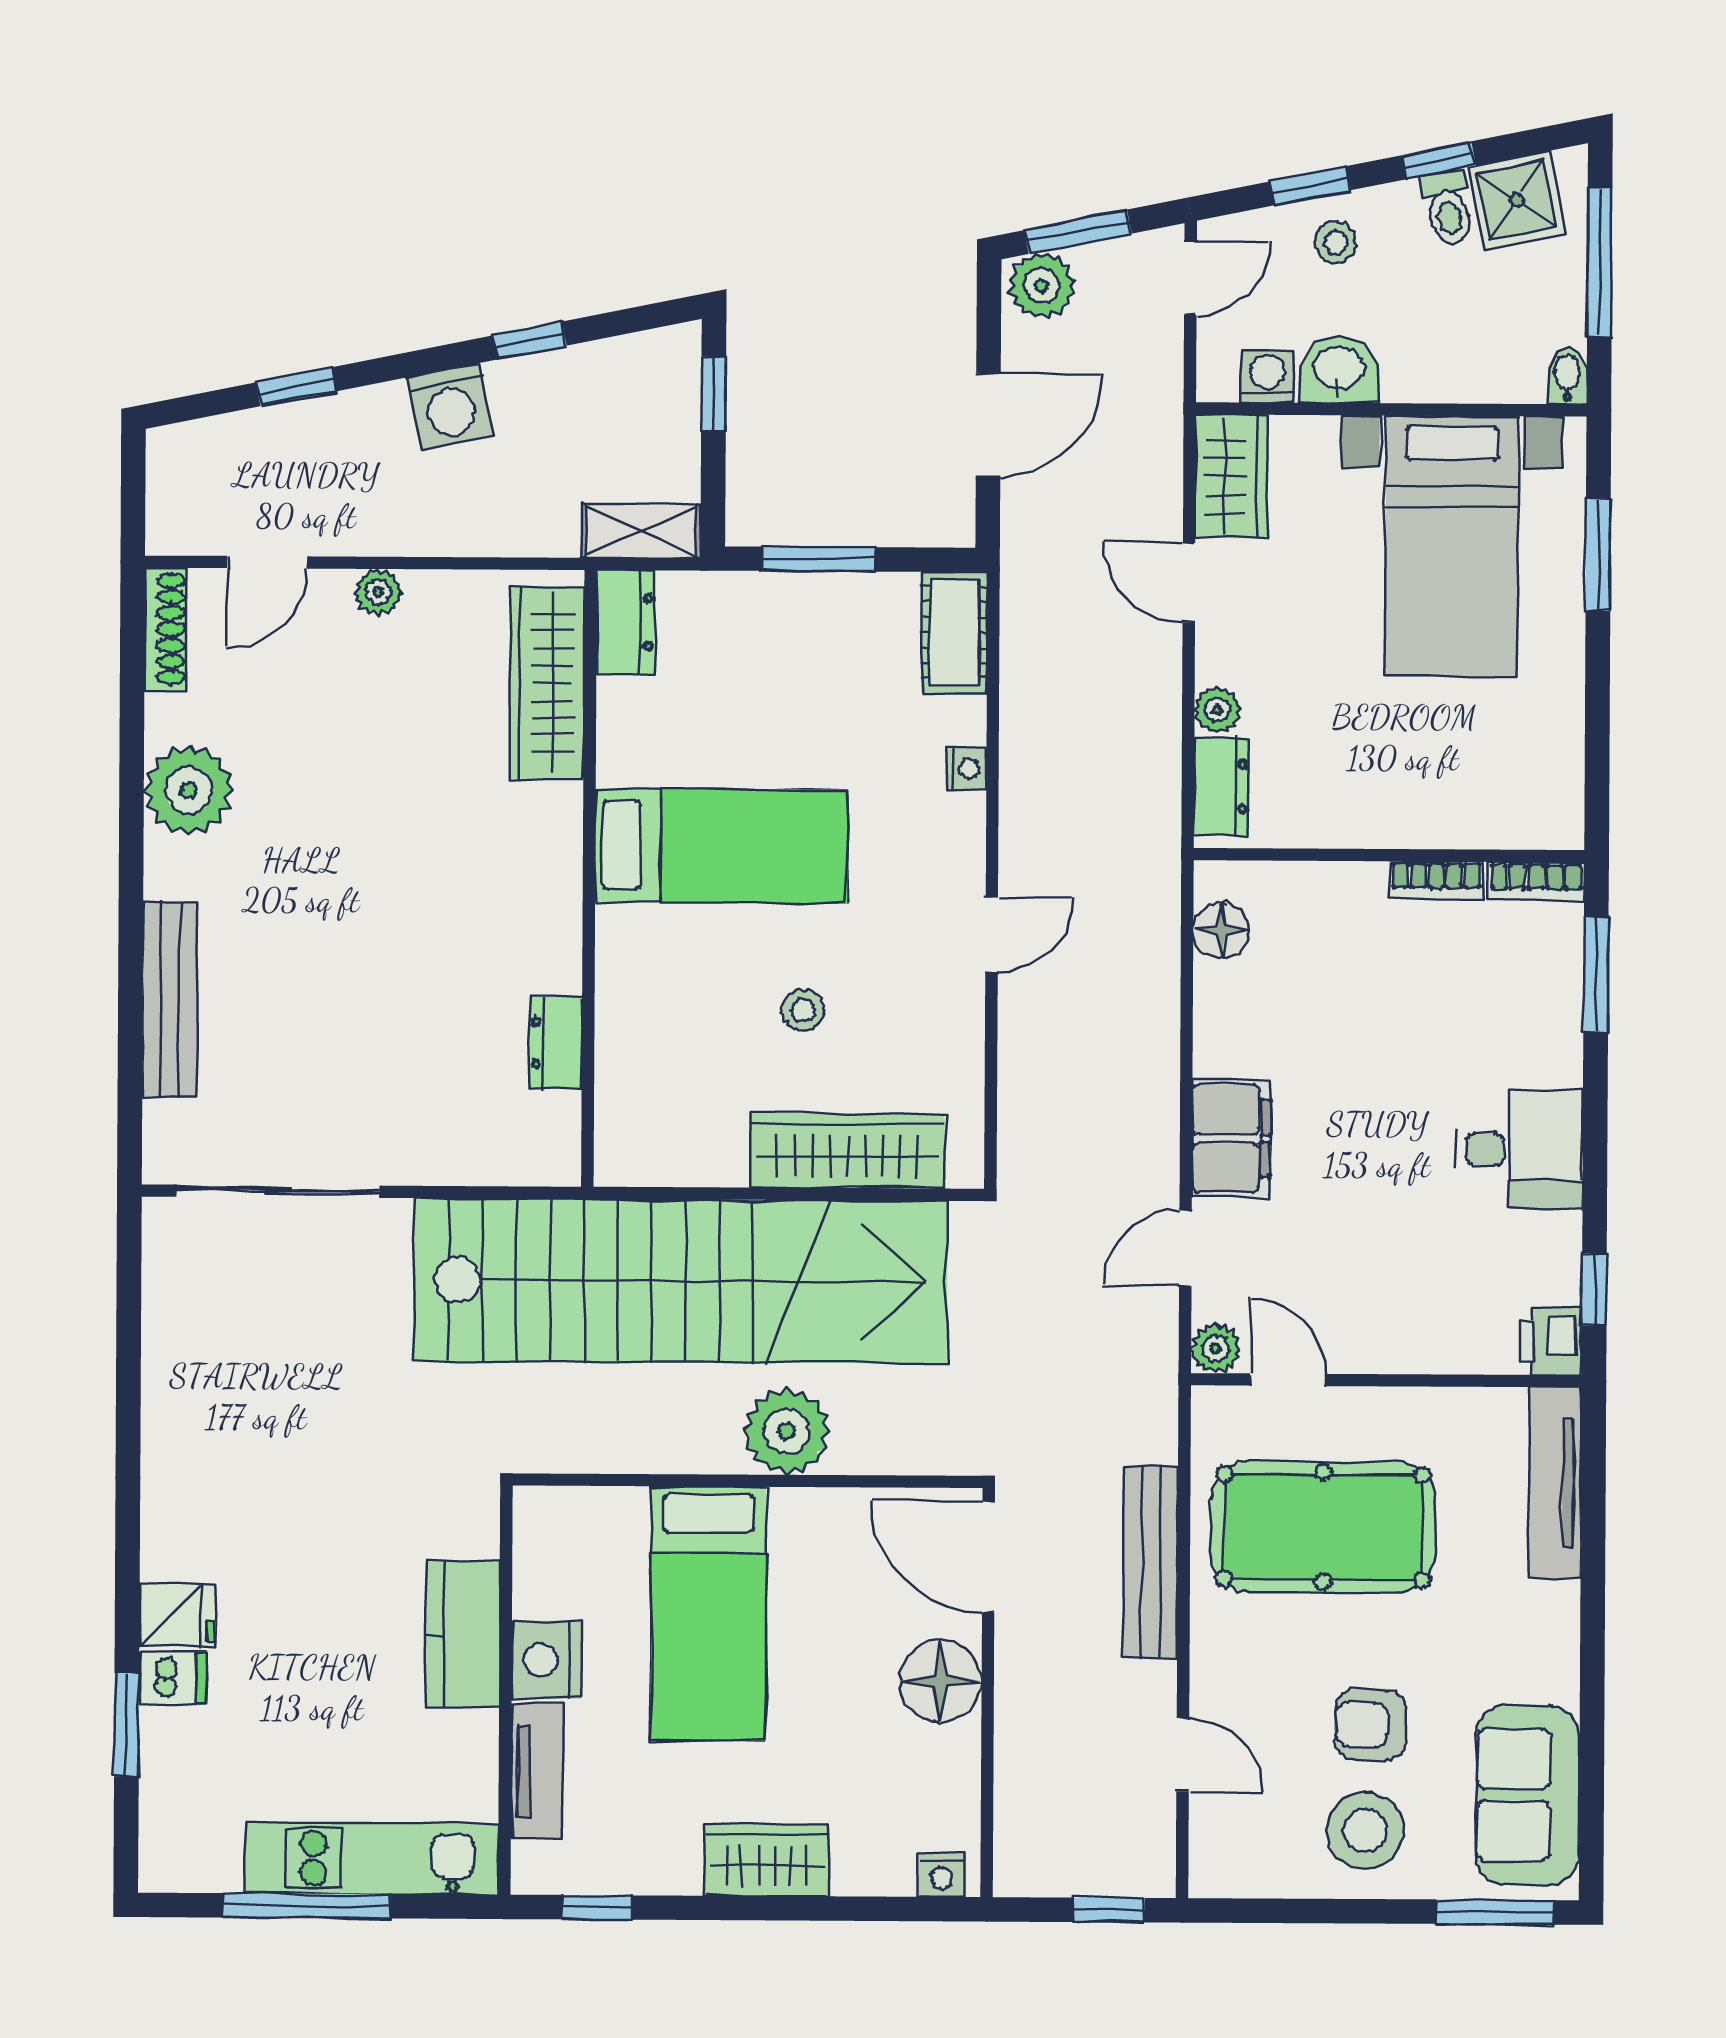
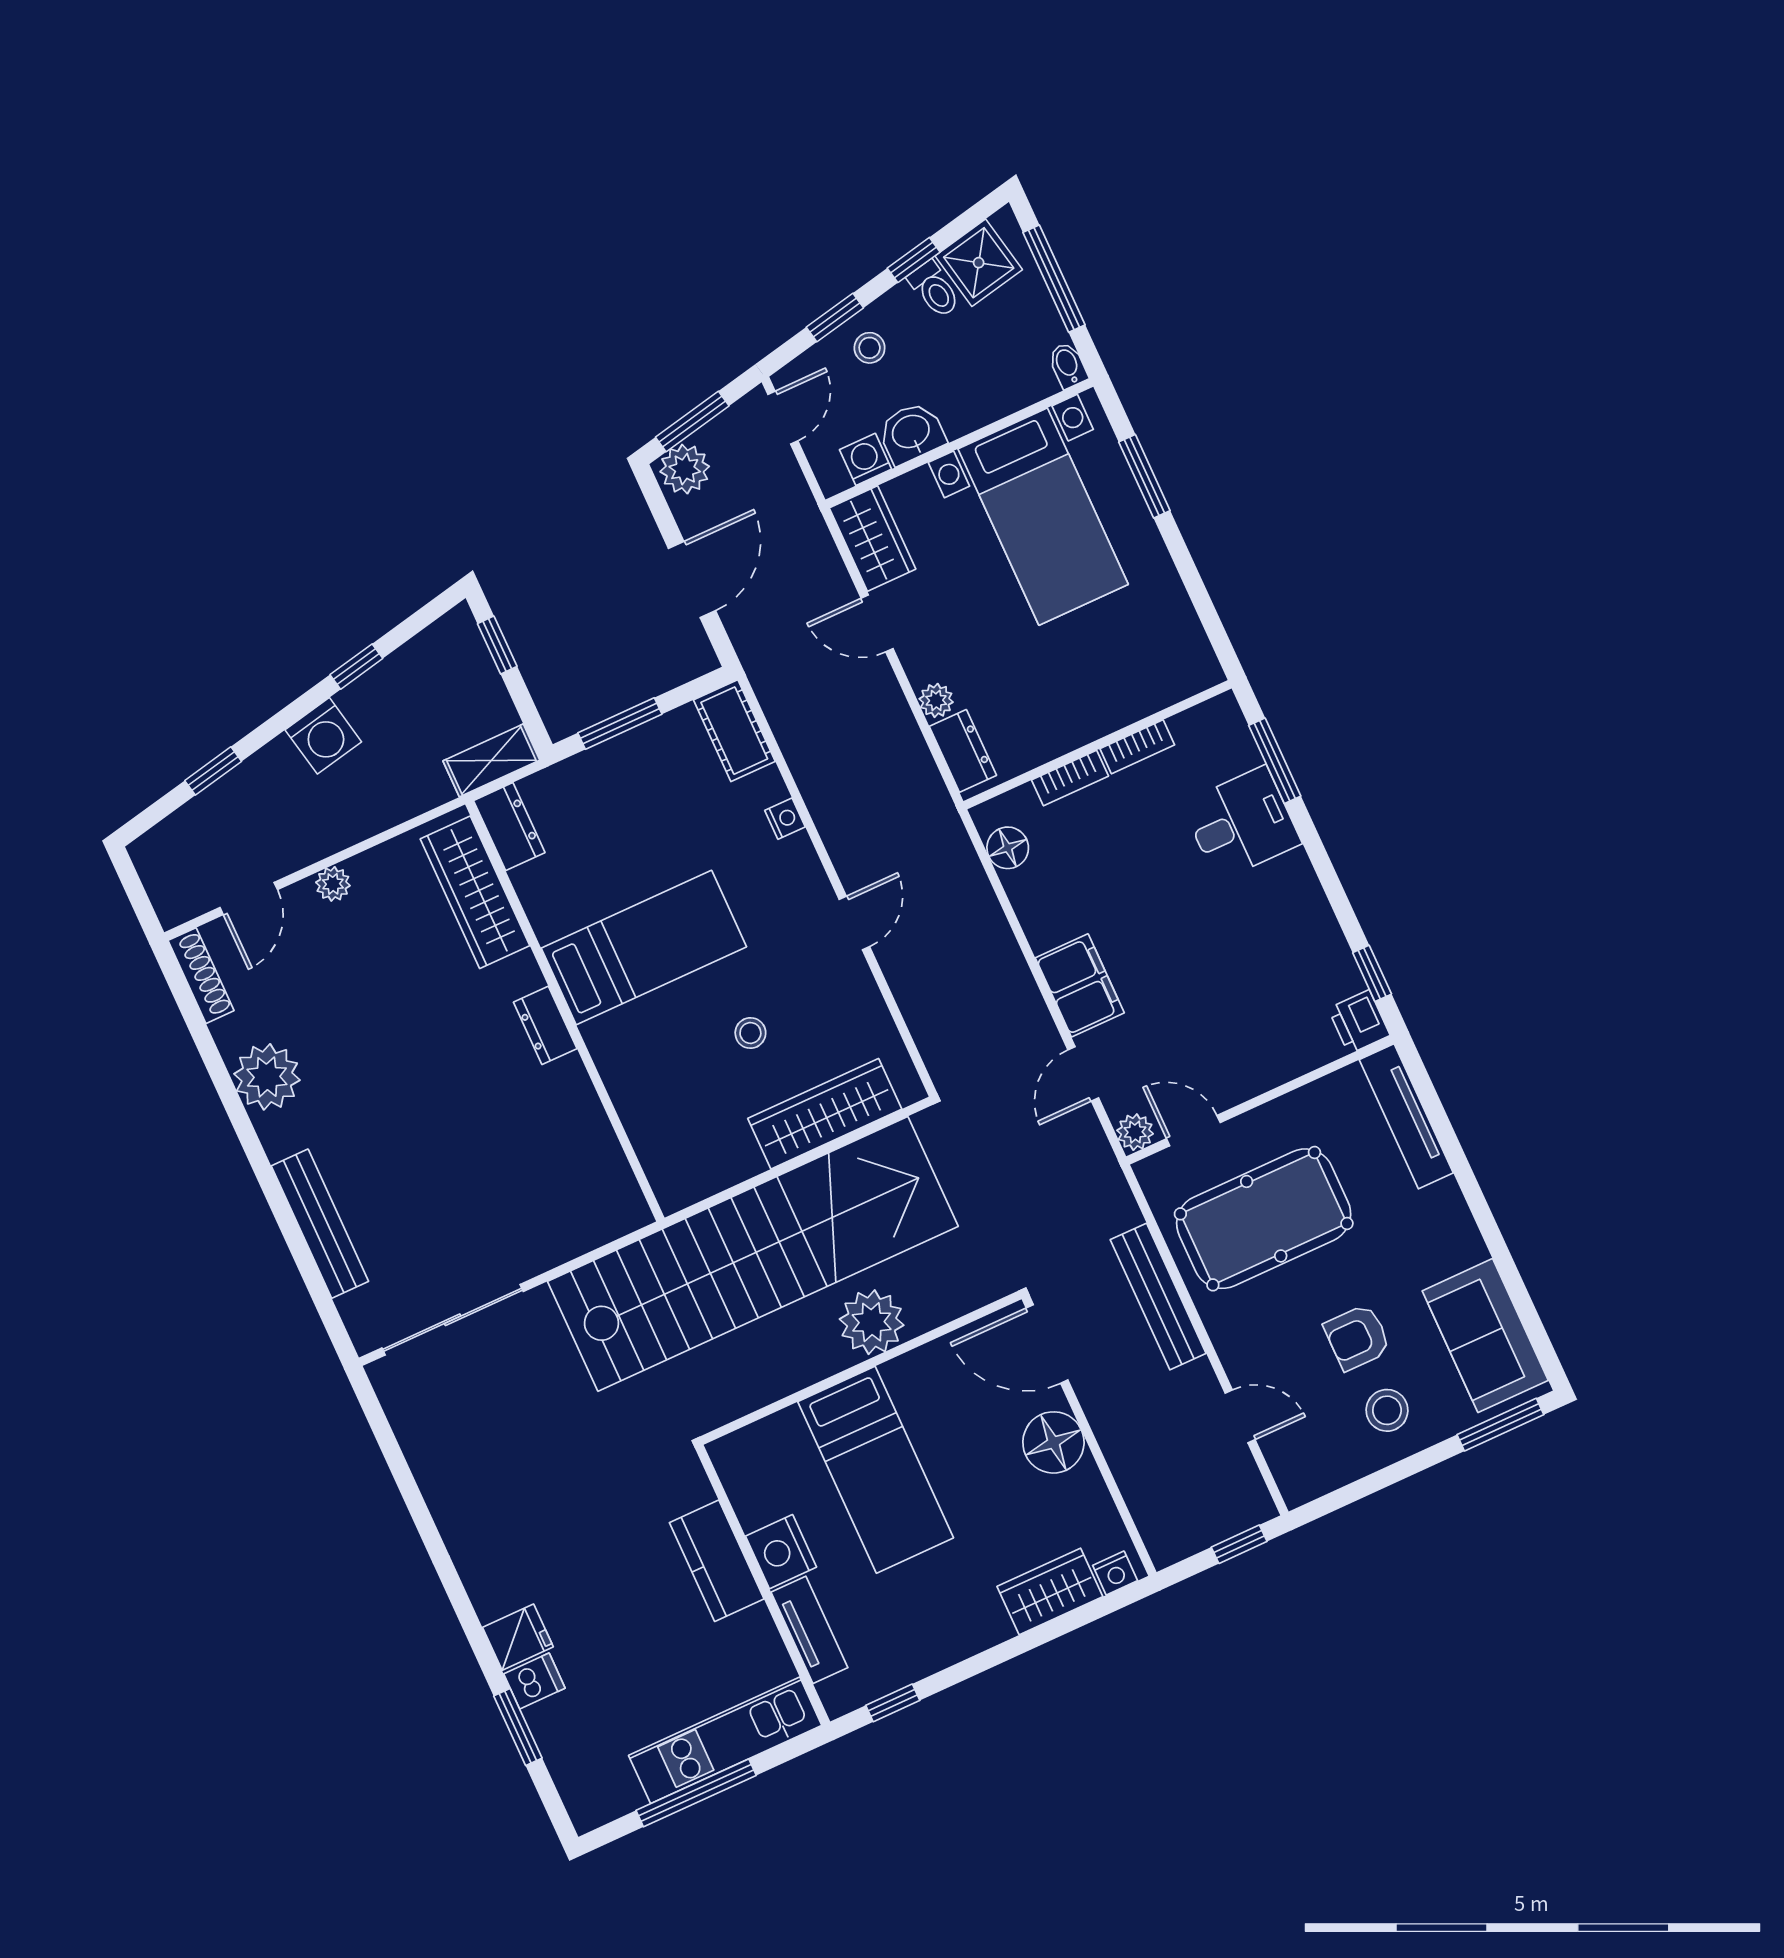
bookcase: (1536, 881) -> (1070, 778), moved
dresser: (556, 1043) -> (545, 1025), moved
desk: (1519, 1149) -> (1241, 823), moved
stool: (1365, 1830) -> (1387, 1410), width x0.73, depth x0.73
wardrobe: (767, 1860) -> (1050, 1592), moved

